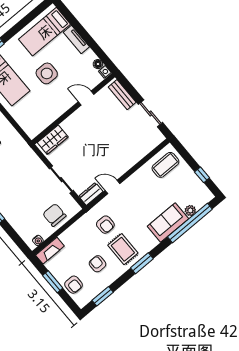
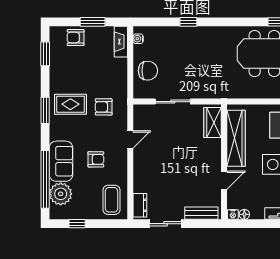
wardrobe: (50, 114) -> (236, 138), added
dresser: (91, 194) -> (140, 205), moved
plant: (190, 210) -> (61, 194), width x1.87, depth x1.87
armchair: (98, 264) -> (96, 159), moved

